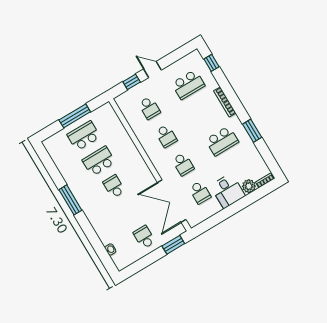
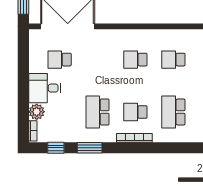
window: (211, 63) -> (56, 148), moved
school desk: (183, 164) -> (135, 112), moved

